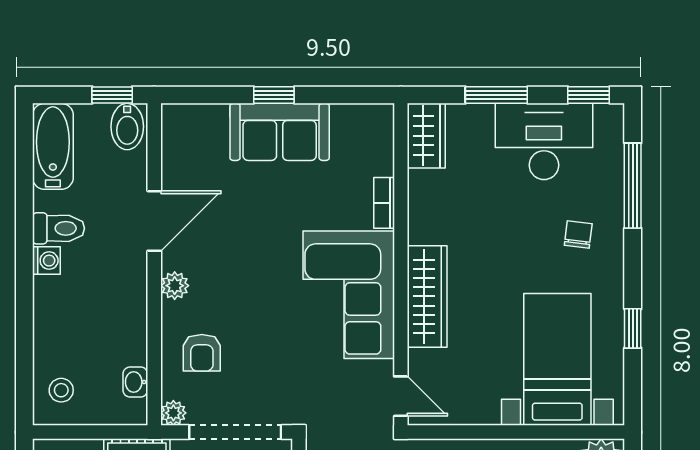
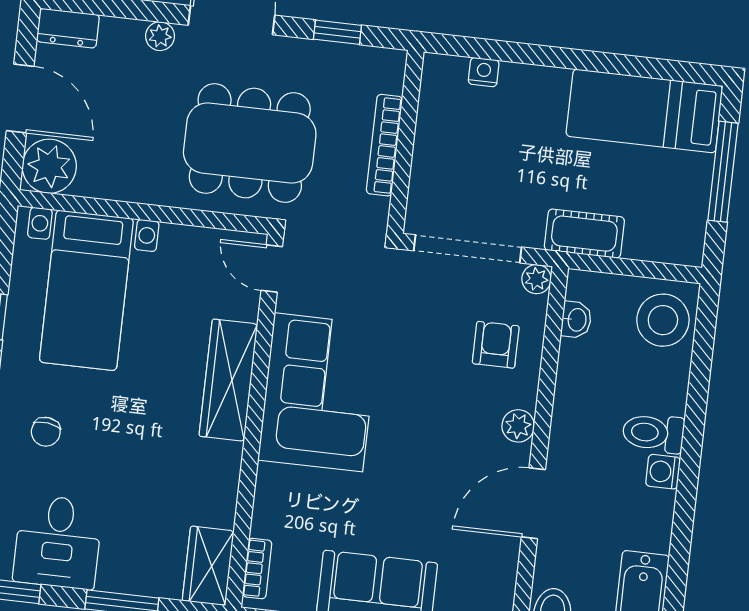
desk: (544, 141) -> (58, 542), width x0.73
bookcase: (384, 203) -> (257, 569), moved
toilet: (58, 228) -> (653, 433), moved
stool: (61, 390) -> (663, 320), width x1.89, depth x1.89

